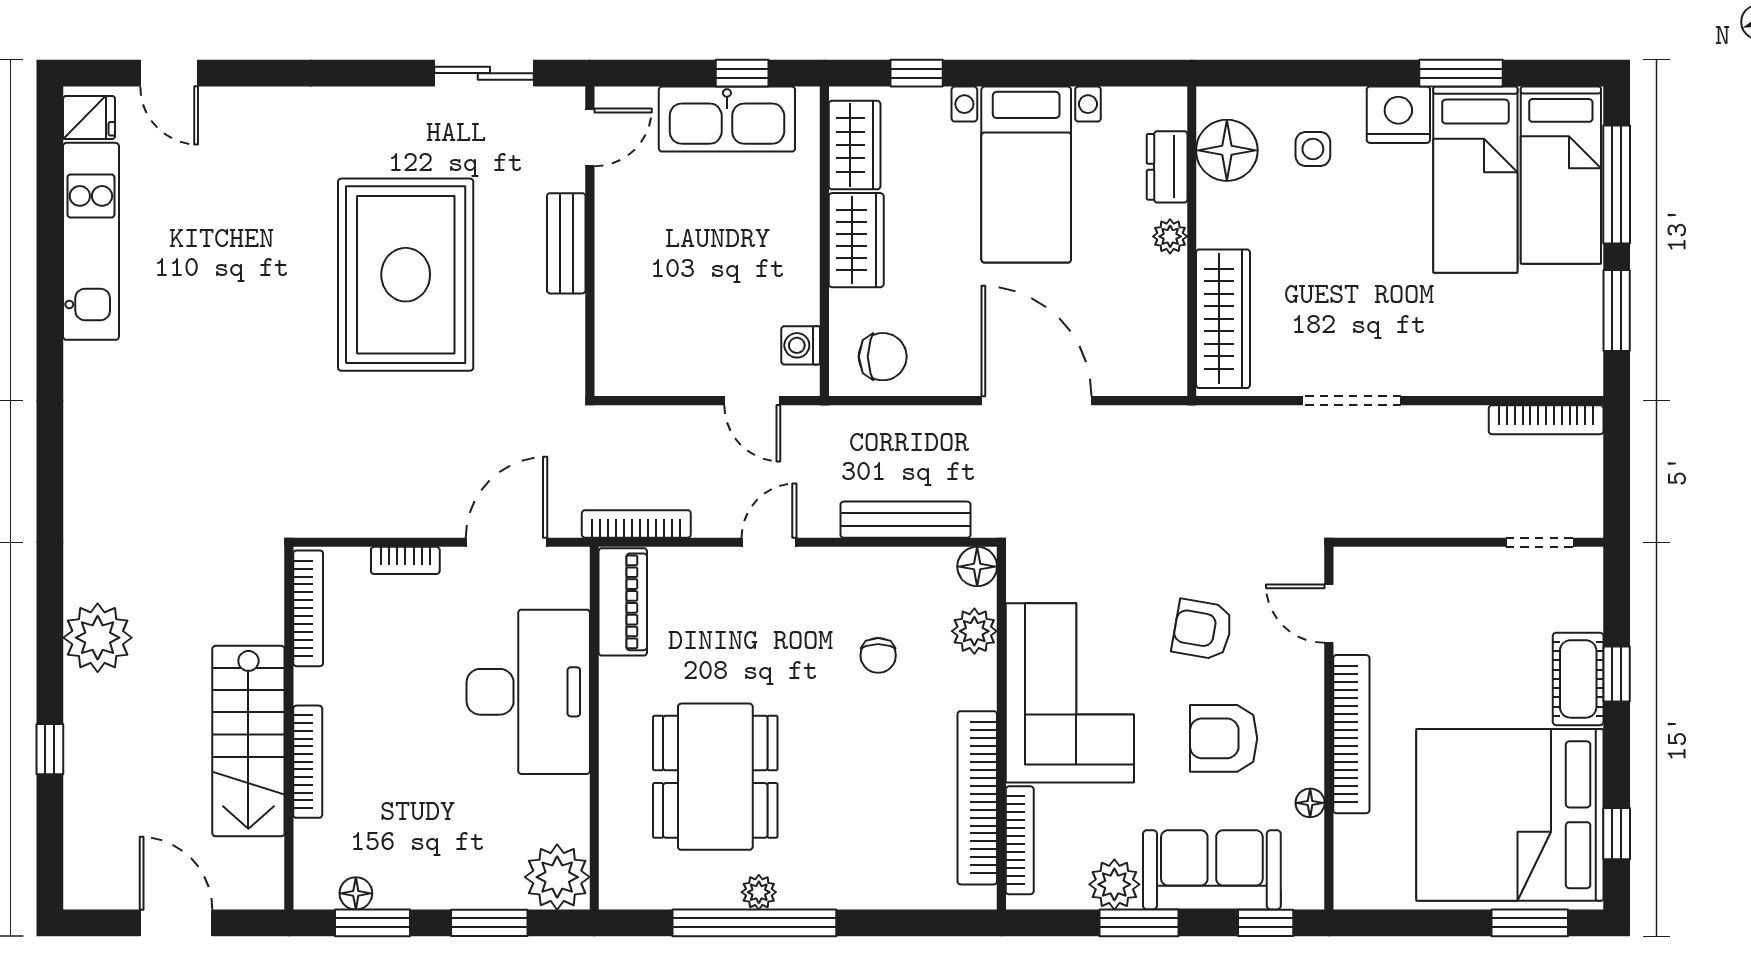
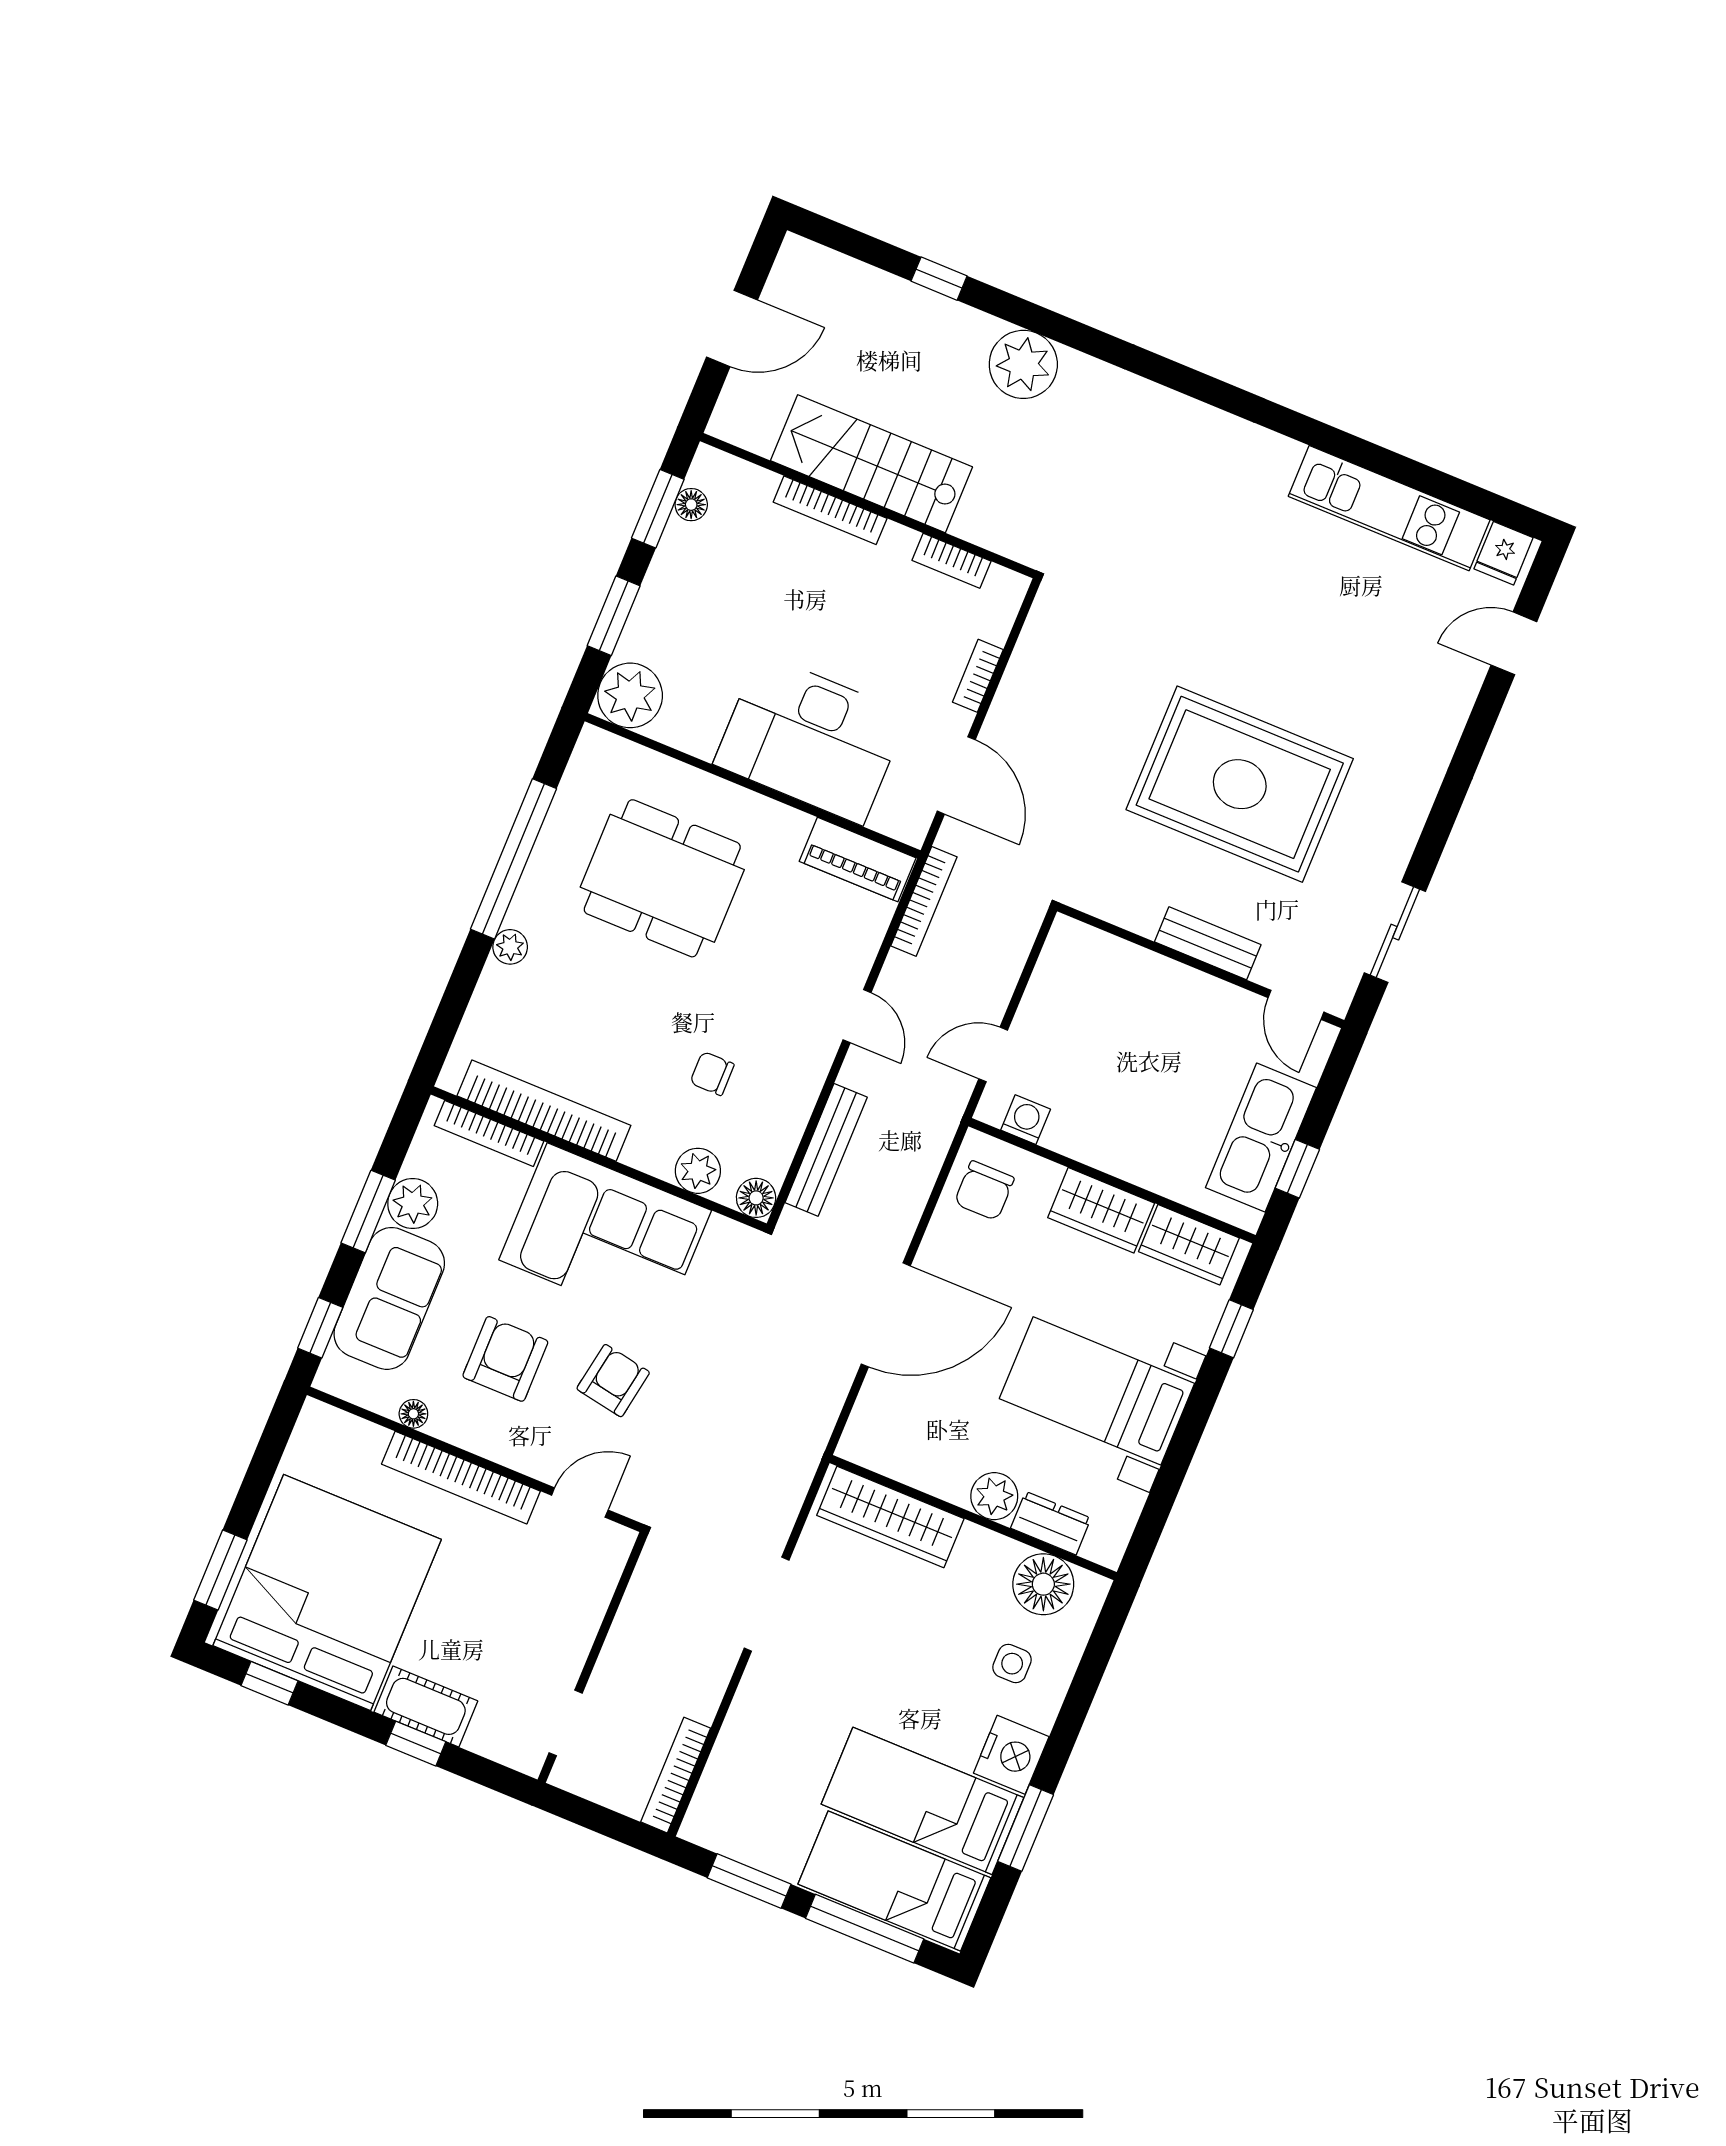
plant: (1170, 236) -> (994, 1496), width x1.38, depth x1.38
bookcase: (308, 608) -> (951, 561), width x0.64
plant: (759, 892) -> (510, 947), moved

